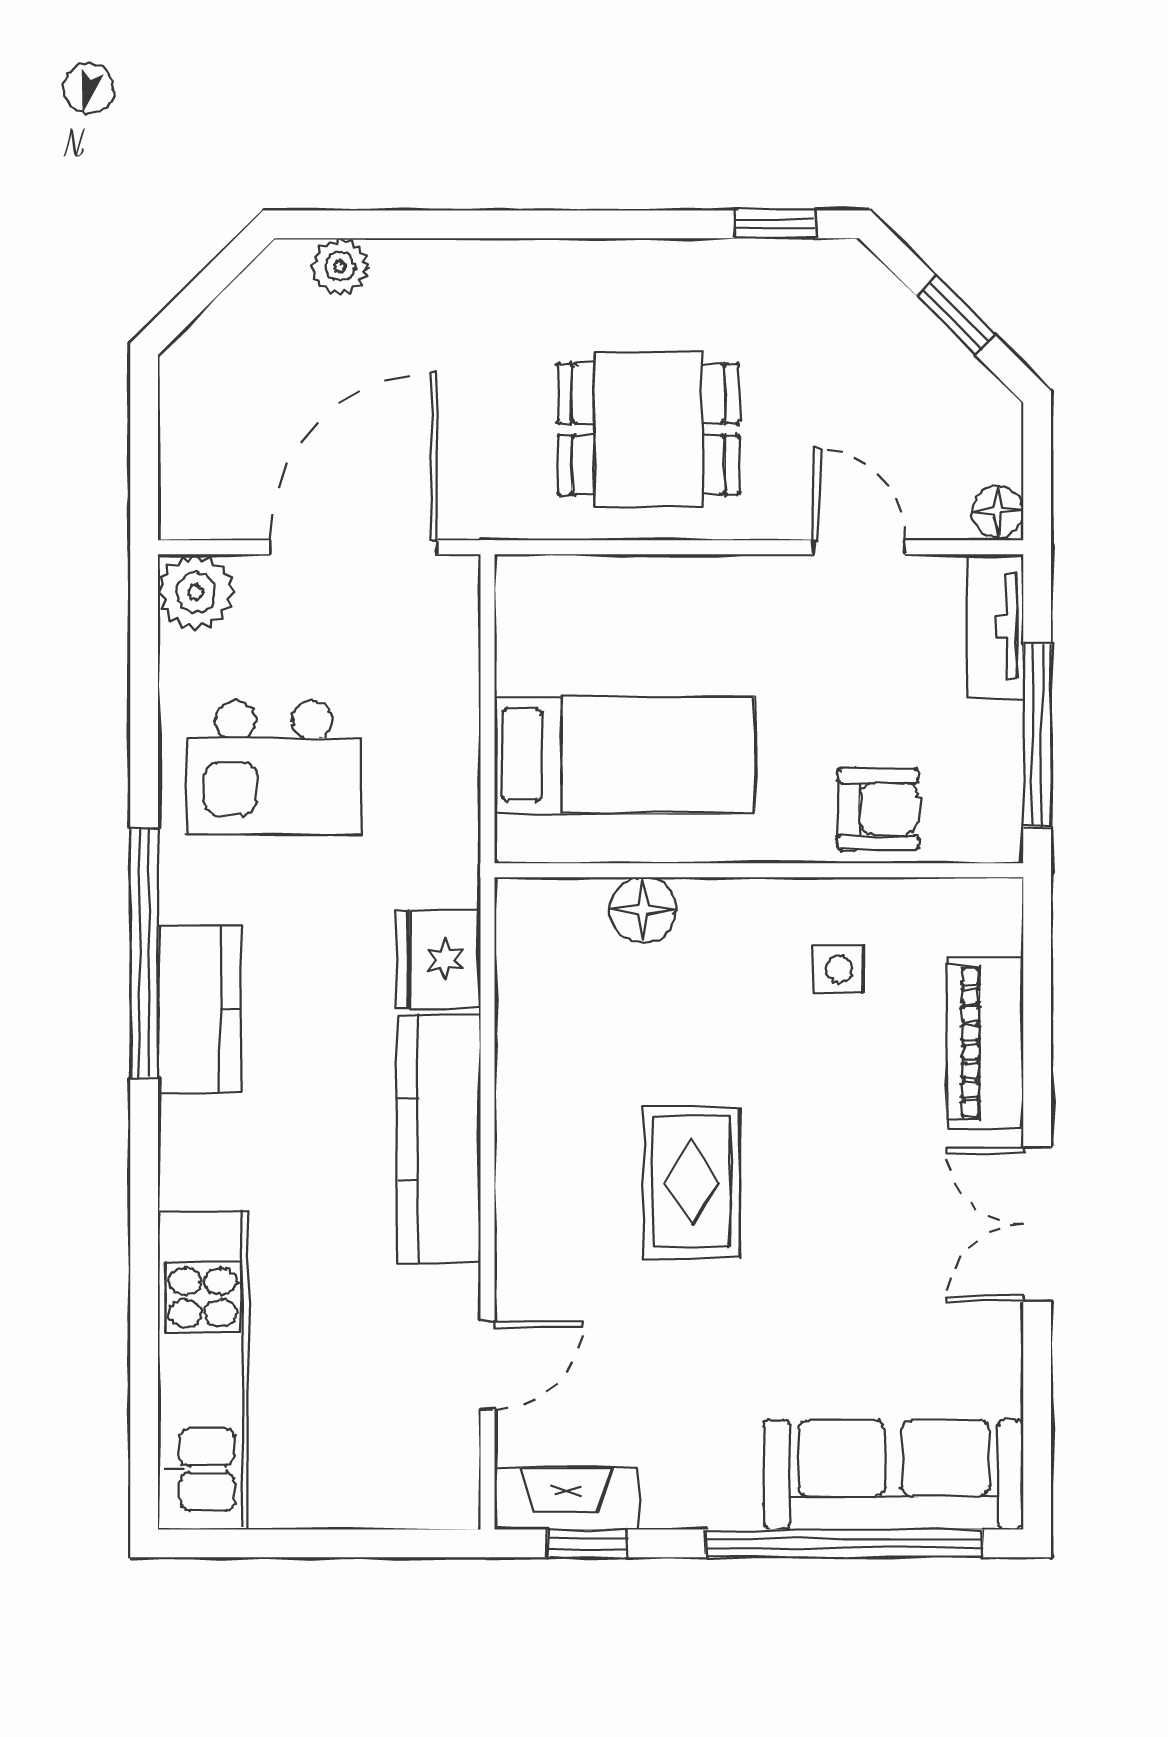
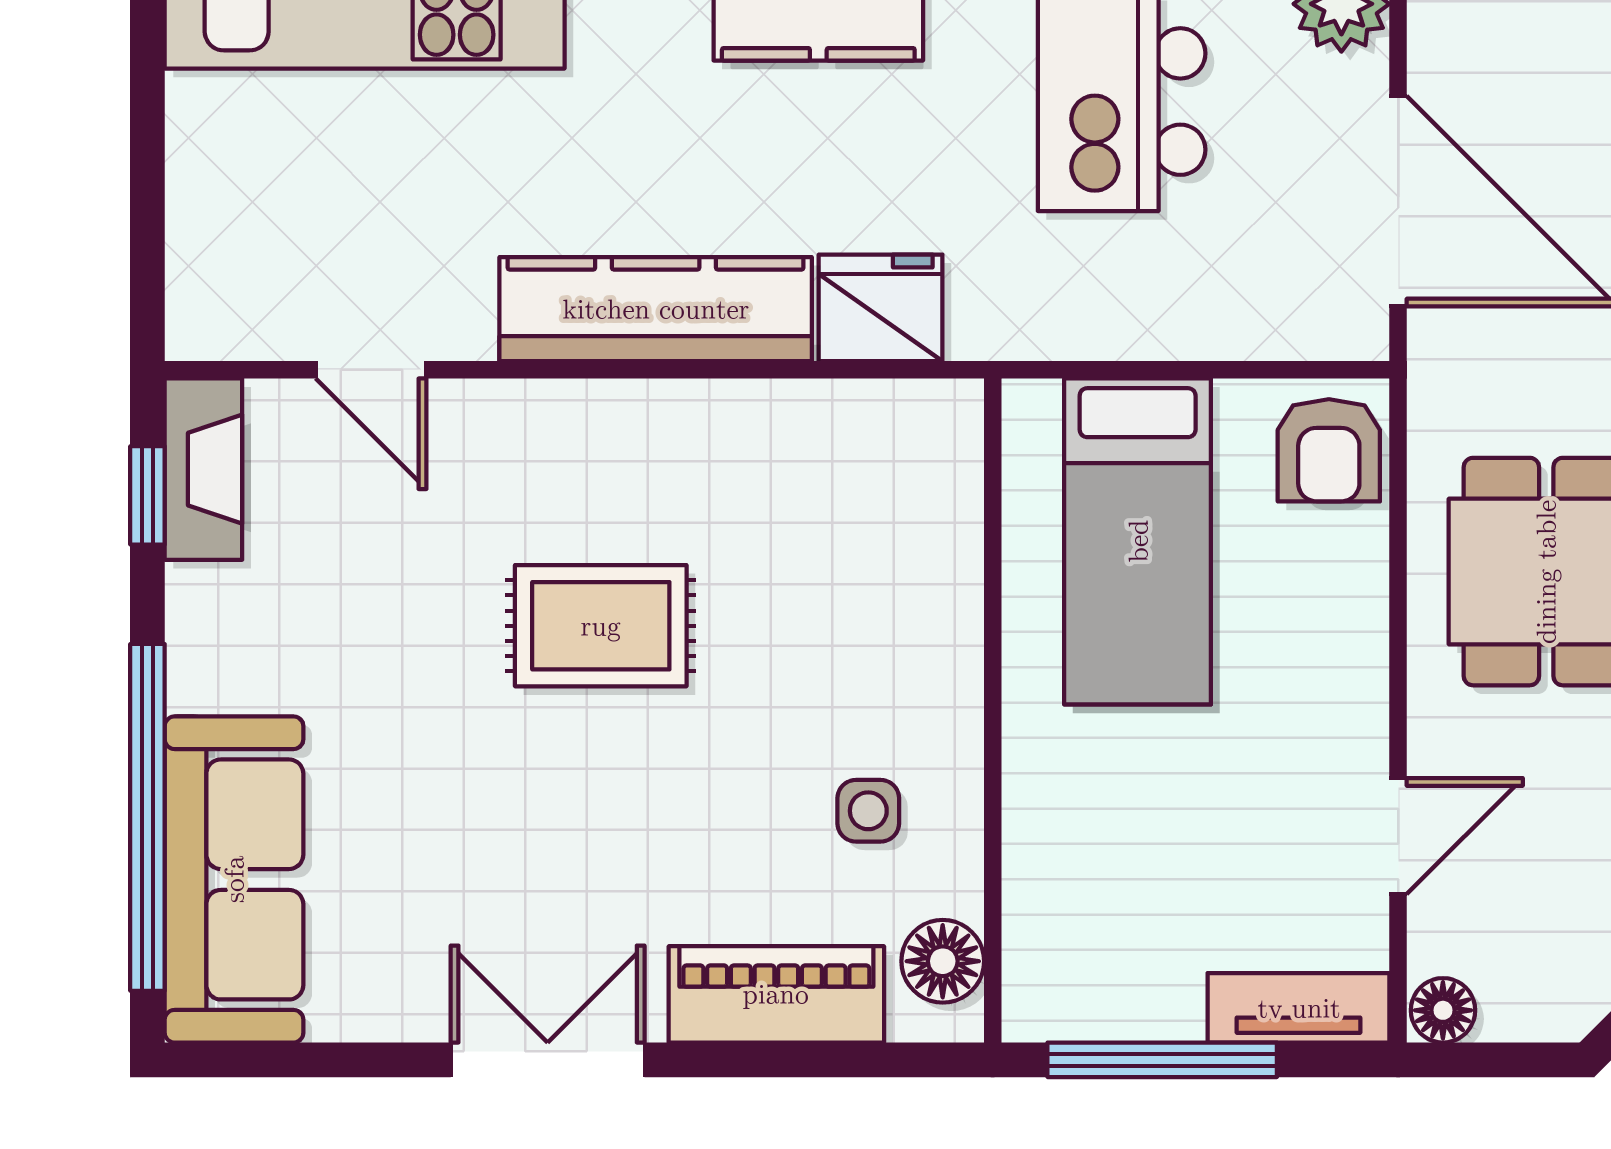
armchair: (878, 809) -> (1329, 450), moved
floor lamp: (643, 910) -> (943, 961), moved

